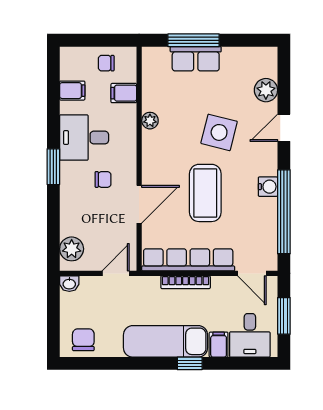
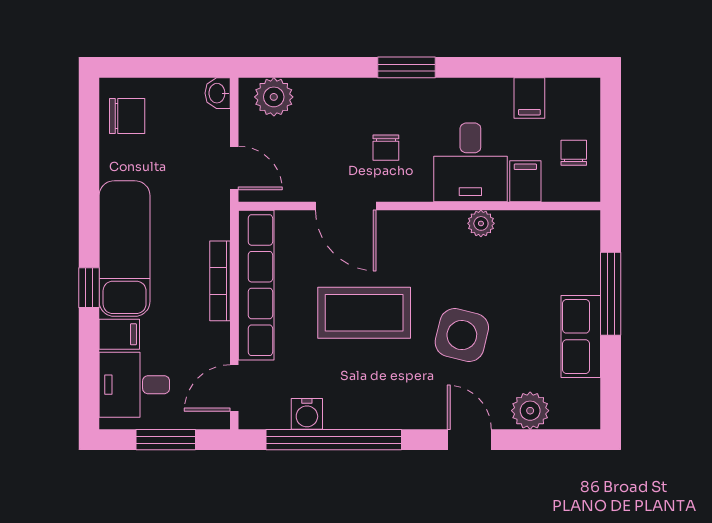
row of seats: (196, 59) -> (581, 336), moved
desk: (84, 138) -> (470, 162), moved, turned 180
water cooler: (268, 187) -> (307, 414), moved

